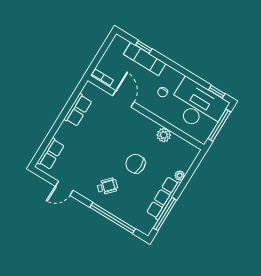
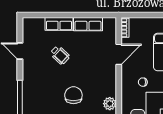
row of seats: (51, 154) -> (59, 24), moved
wheelchair: (107, 186) -> (60, 55), moved

